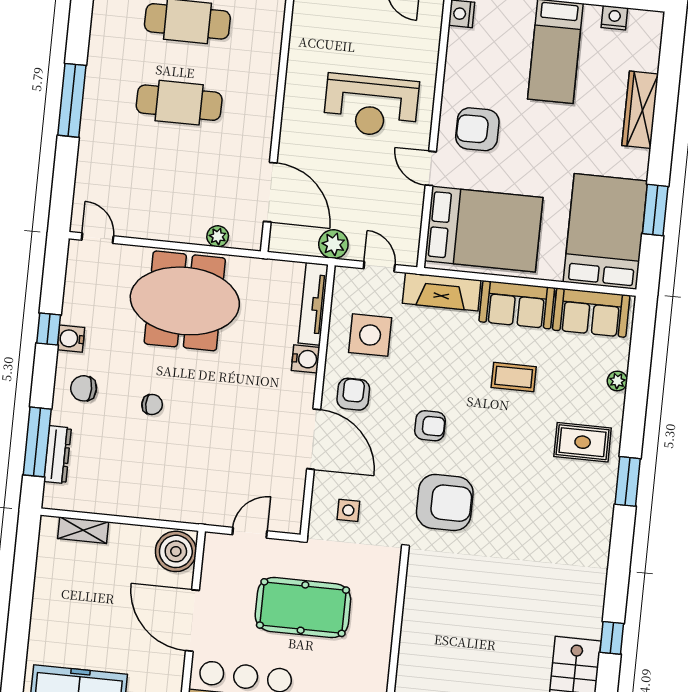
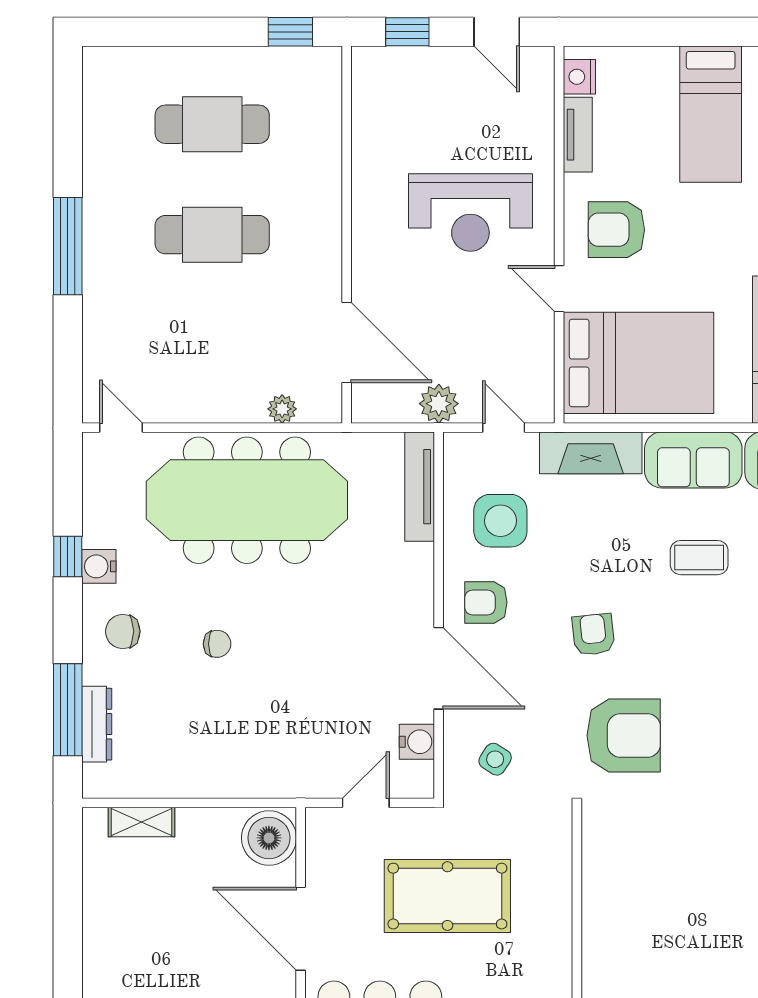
tv unit: (456, 56) -> (578, 135), added
meeting table: (185, 301) -> (247, 500), width x1.36
water cooler: (306, 359) -> (417, 742), moved
armchair: (353, 394) -> (486, 602), turned -90
armchair: (430, 426) -> (593, 634), turned -96
side table: (348, 510) -> (495, 759), turned 33

